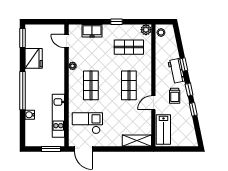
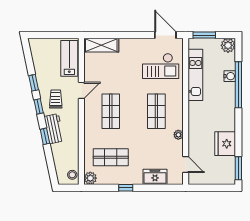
window: (23, 91) -> (238, 85), moved
plant: (31, 140) -> (228, 45), added

